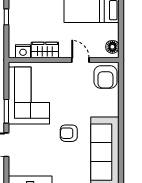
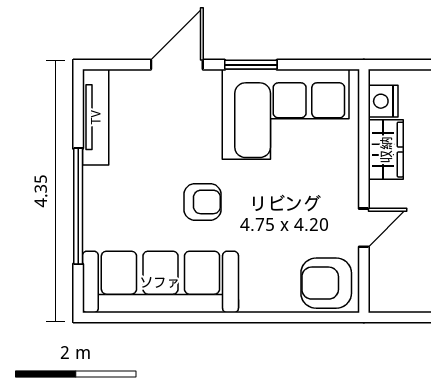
floor lamp: (112, 47) -> (393, 298), removed
armchair: (69, 133) -> (203, 202), turned 90

